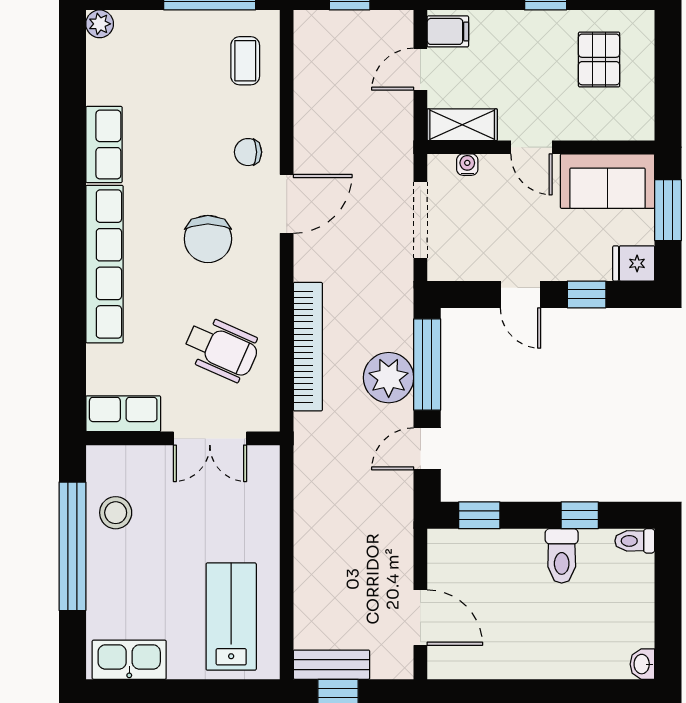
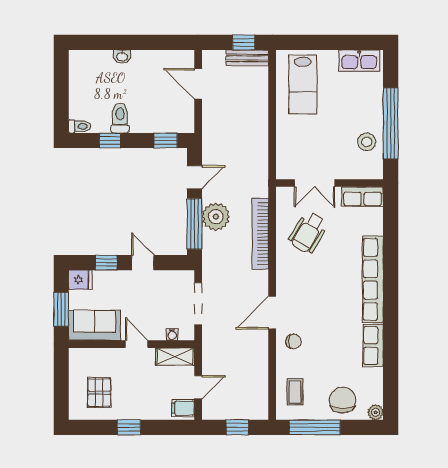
chair: (208, 239) -> (343, 400), moved
wheelchair: (221, 349) -> (308, 233), turned -83
double door: (210, 438) -> (315, 183), swing flipped
washbasin: (642, 664) -> (122, 57), moved, turned 90

